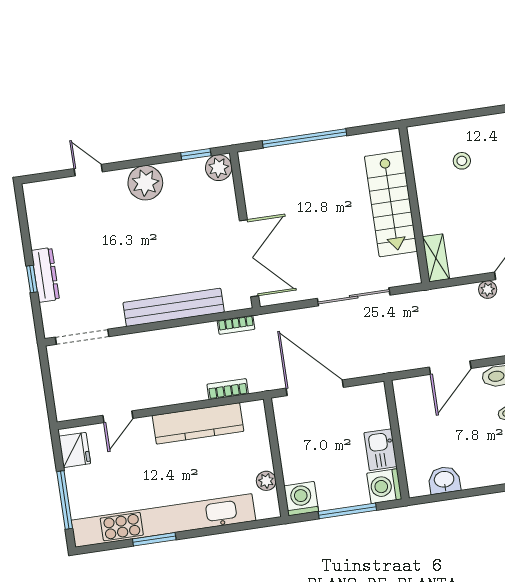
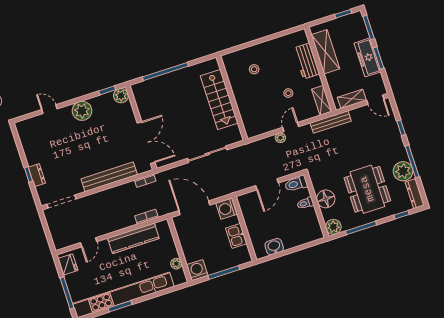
shelving: (436, 258) -> (249, 125), removed
dresser: (45, 275) -> (37, 175), width x0.70
washing machine: (384, 486) -> (226, 209), moved

